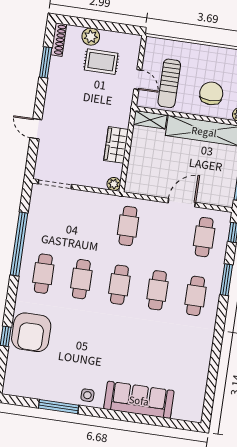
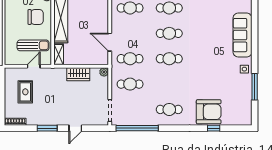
plant: (91, 37) -> (10, 101), removed
window: (46, 62) -> (47, 128), moved
chair: (211, 93) -> (36, 17), turned 180
door: (182, 203) -> (110, 42), moved
window: (19, 244) -> (137, 128), moved
cafe table: (81, 279) -> (130, 84), moved

